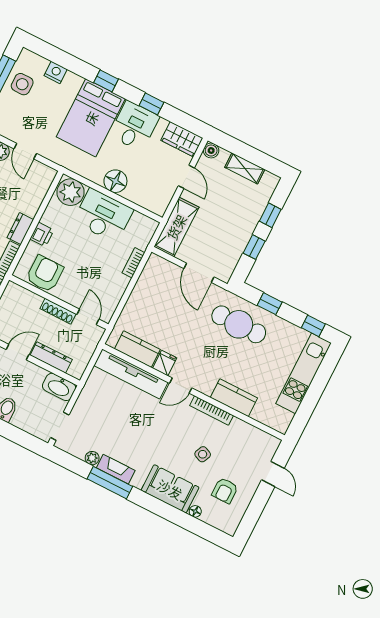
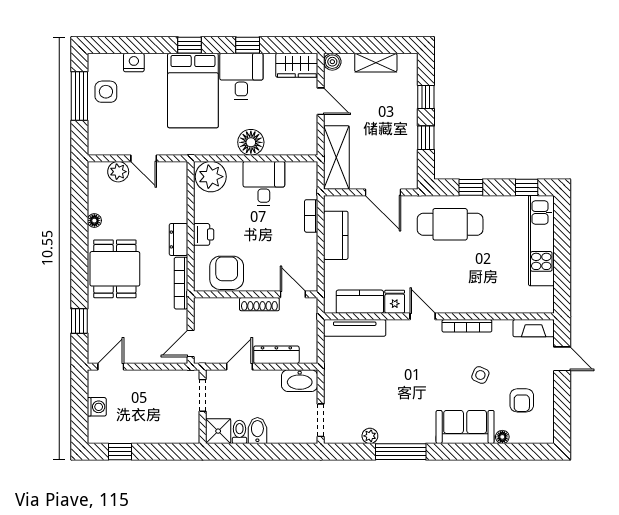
desk: (103, 216) -> (264, 184), width x0.73
tv unit: (131, 374) -> (355, 328), width x0.73, depth x0.78
door: (181, 386) -> (423, 316), swing flipped
kitchen counter: (234, 398) -> (336, 235), moved, turned 90
fireplace: (116, 469) -> (534, 328), moved, turned 180

